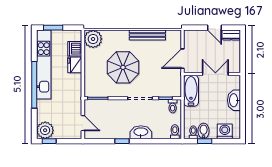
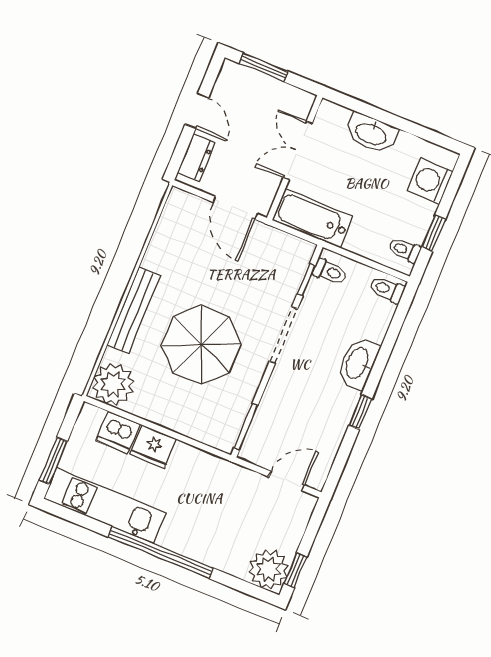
door: (215, 28) -> (197, 111), hinge flipped
bench: (147, 35) -> (133, 310), moved
dresser: (231, 35) -> (196, 157), moved
window: (243, 47) -> (264, 67), added
kitchen unit: (44, 65) -> (105, 506), width x0.73
bidet: (204, 131) -> (411, 226), removed

